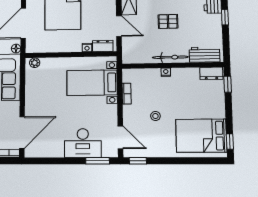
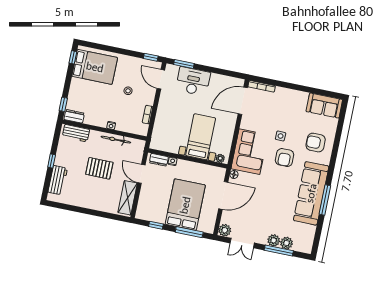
pallet: (168, 21) -> (99, 168), width x1.50, depth x1.42
bicycle: (170, 57) -> (116, 140), moved
bed with nightstands: (92, 83) -> (201, 137), moved, turned -90

